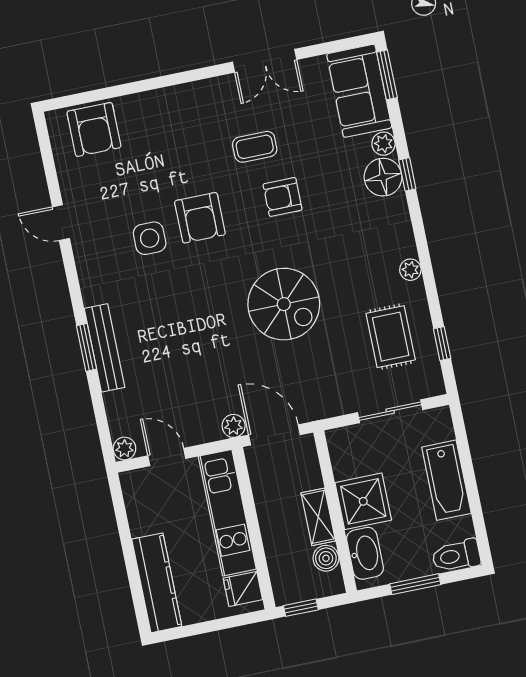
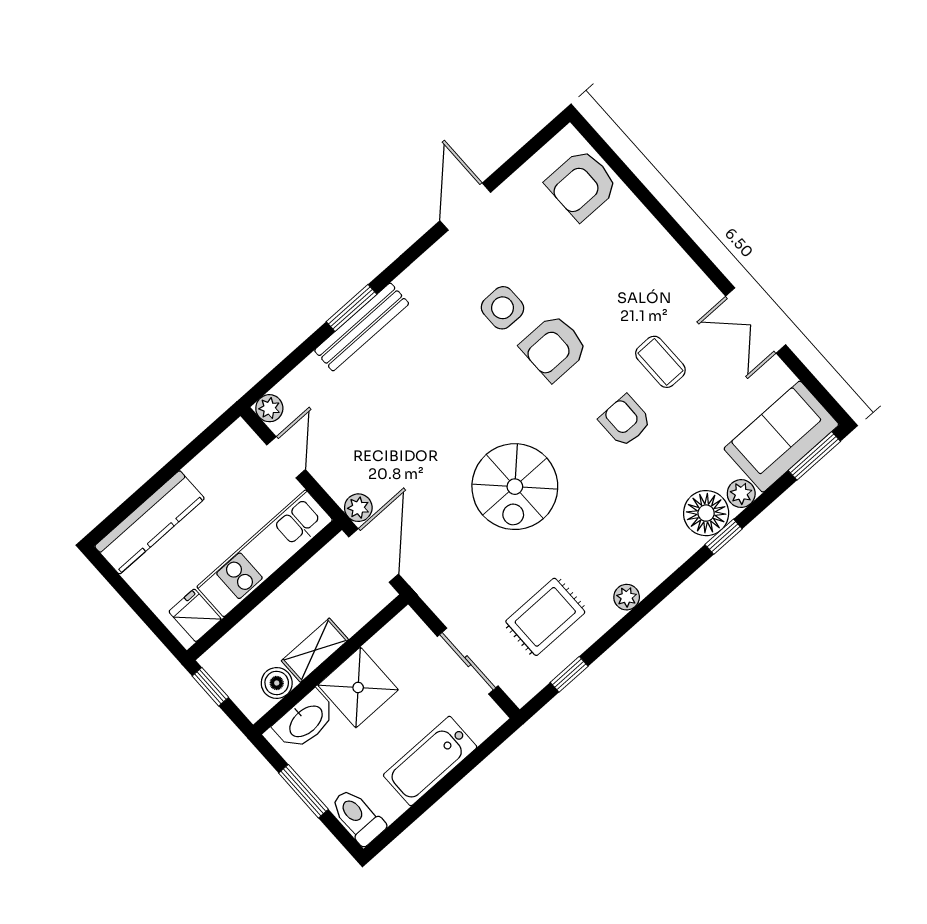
door: (61, 223) -> (465, 207), width x1.38

